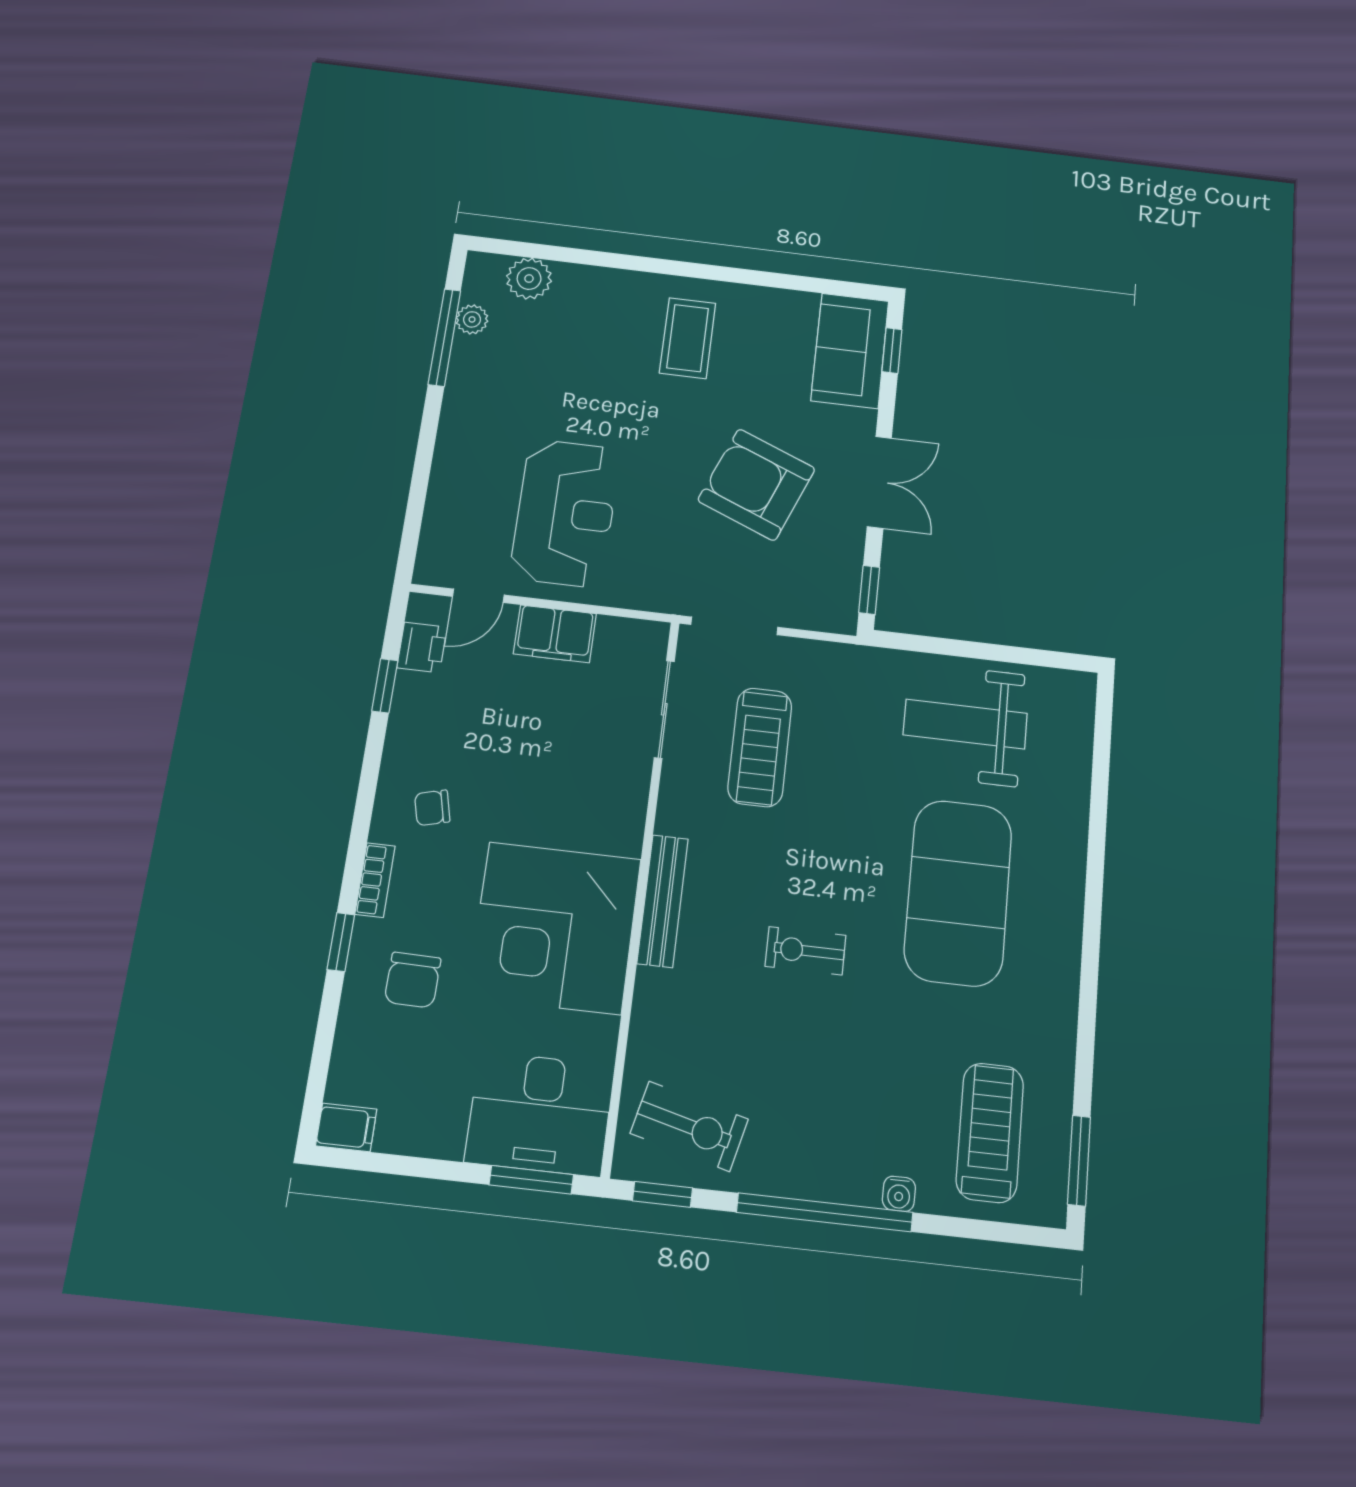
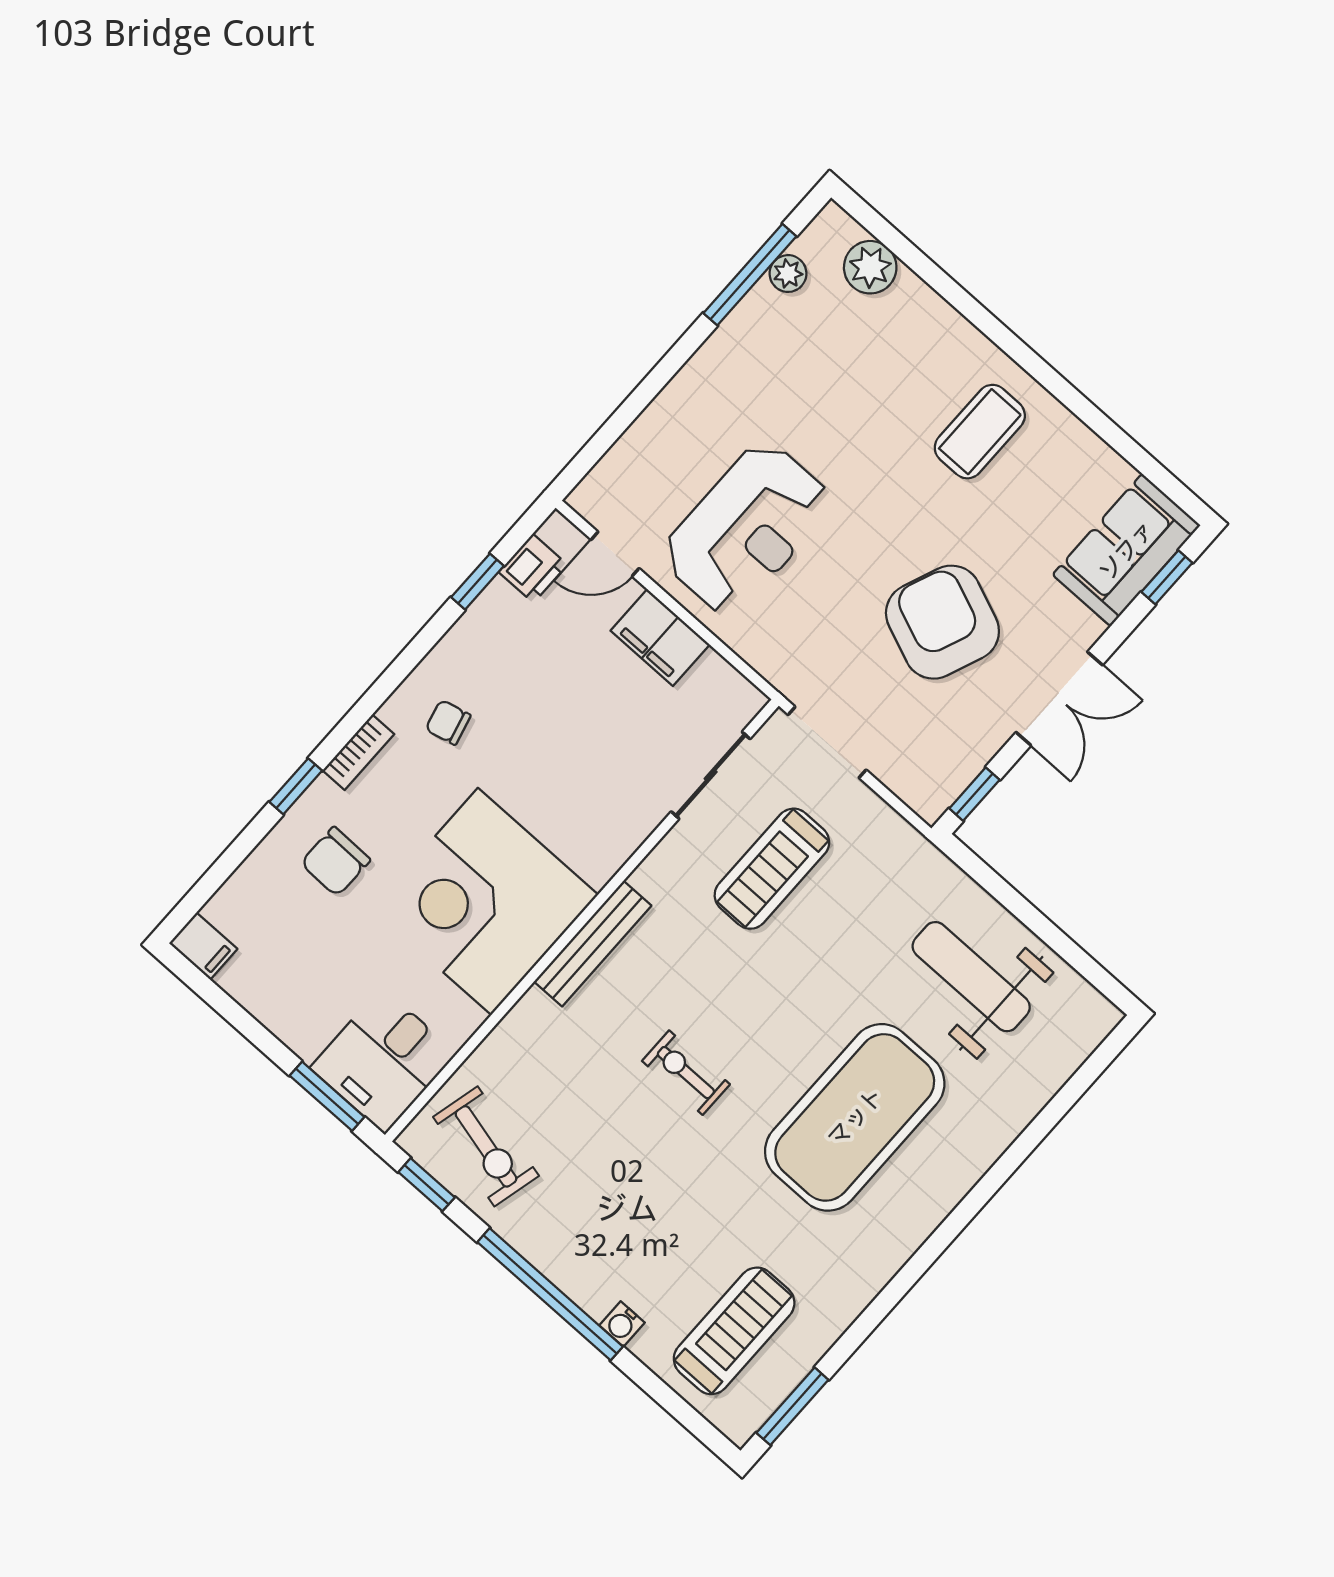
desk: (540, 1114) -> (383, 1061), width x0.73

